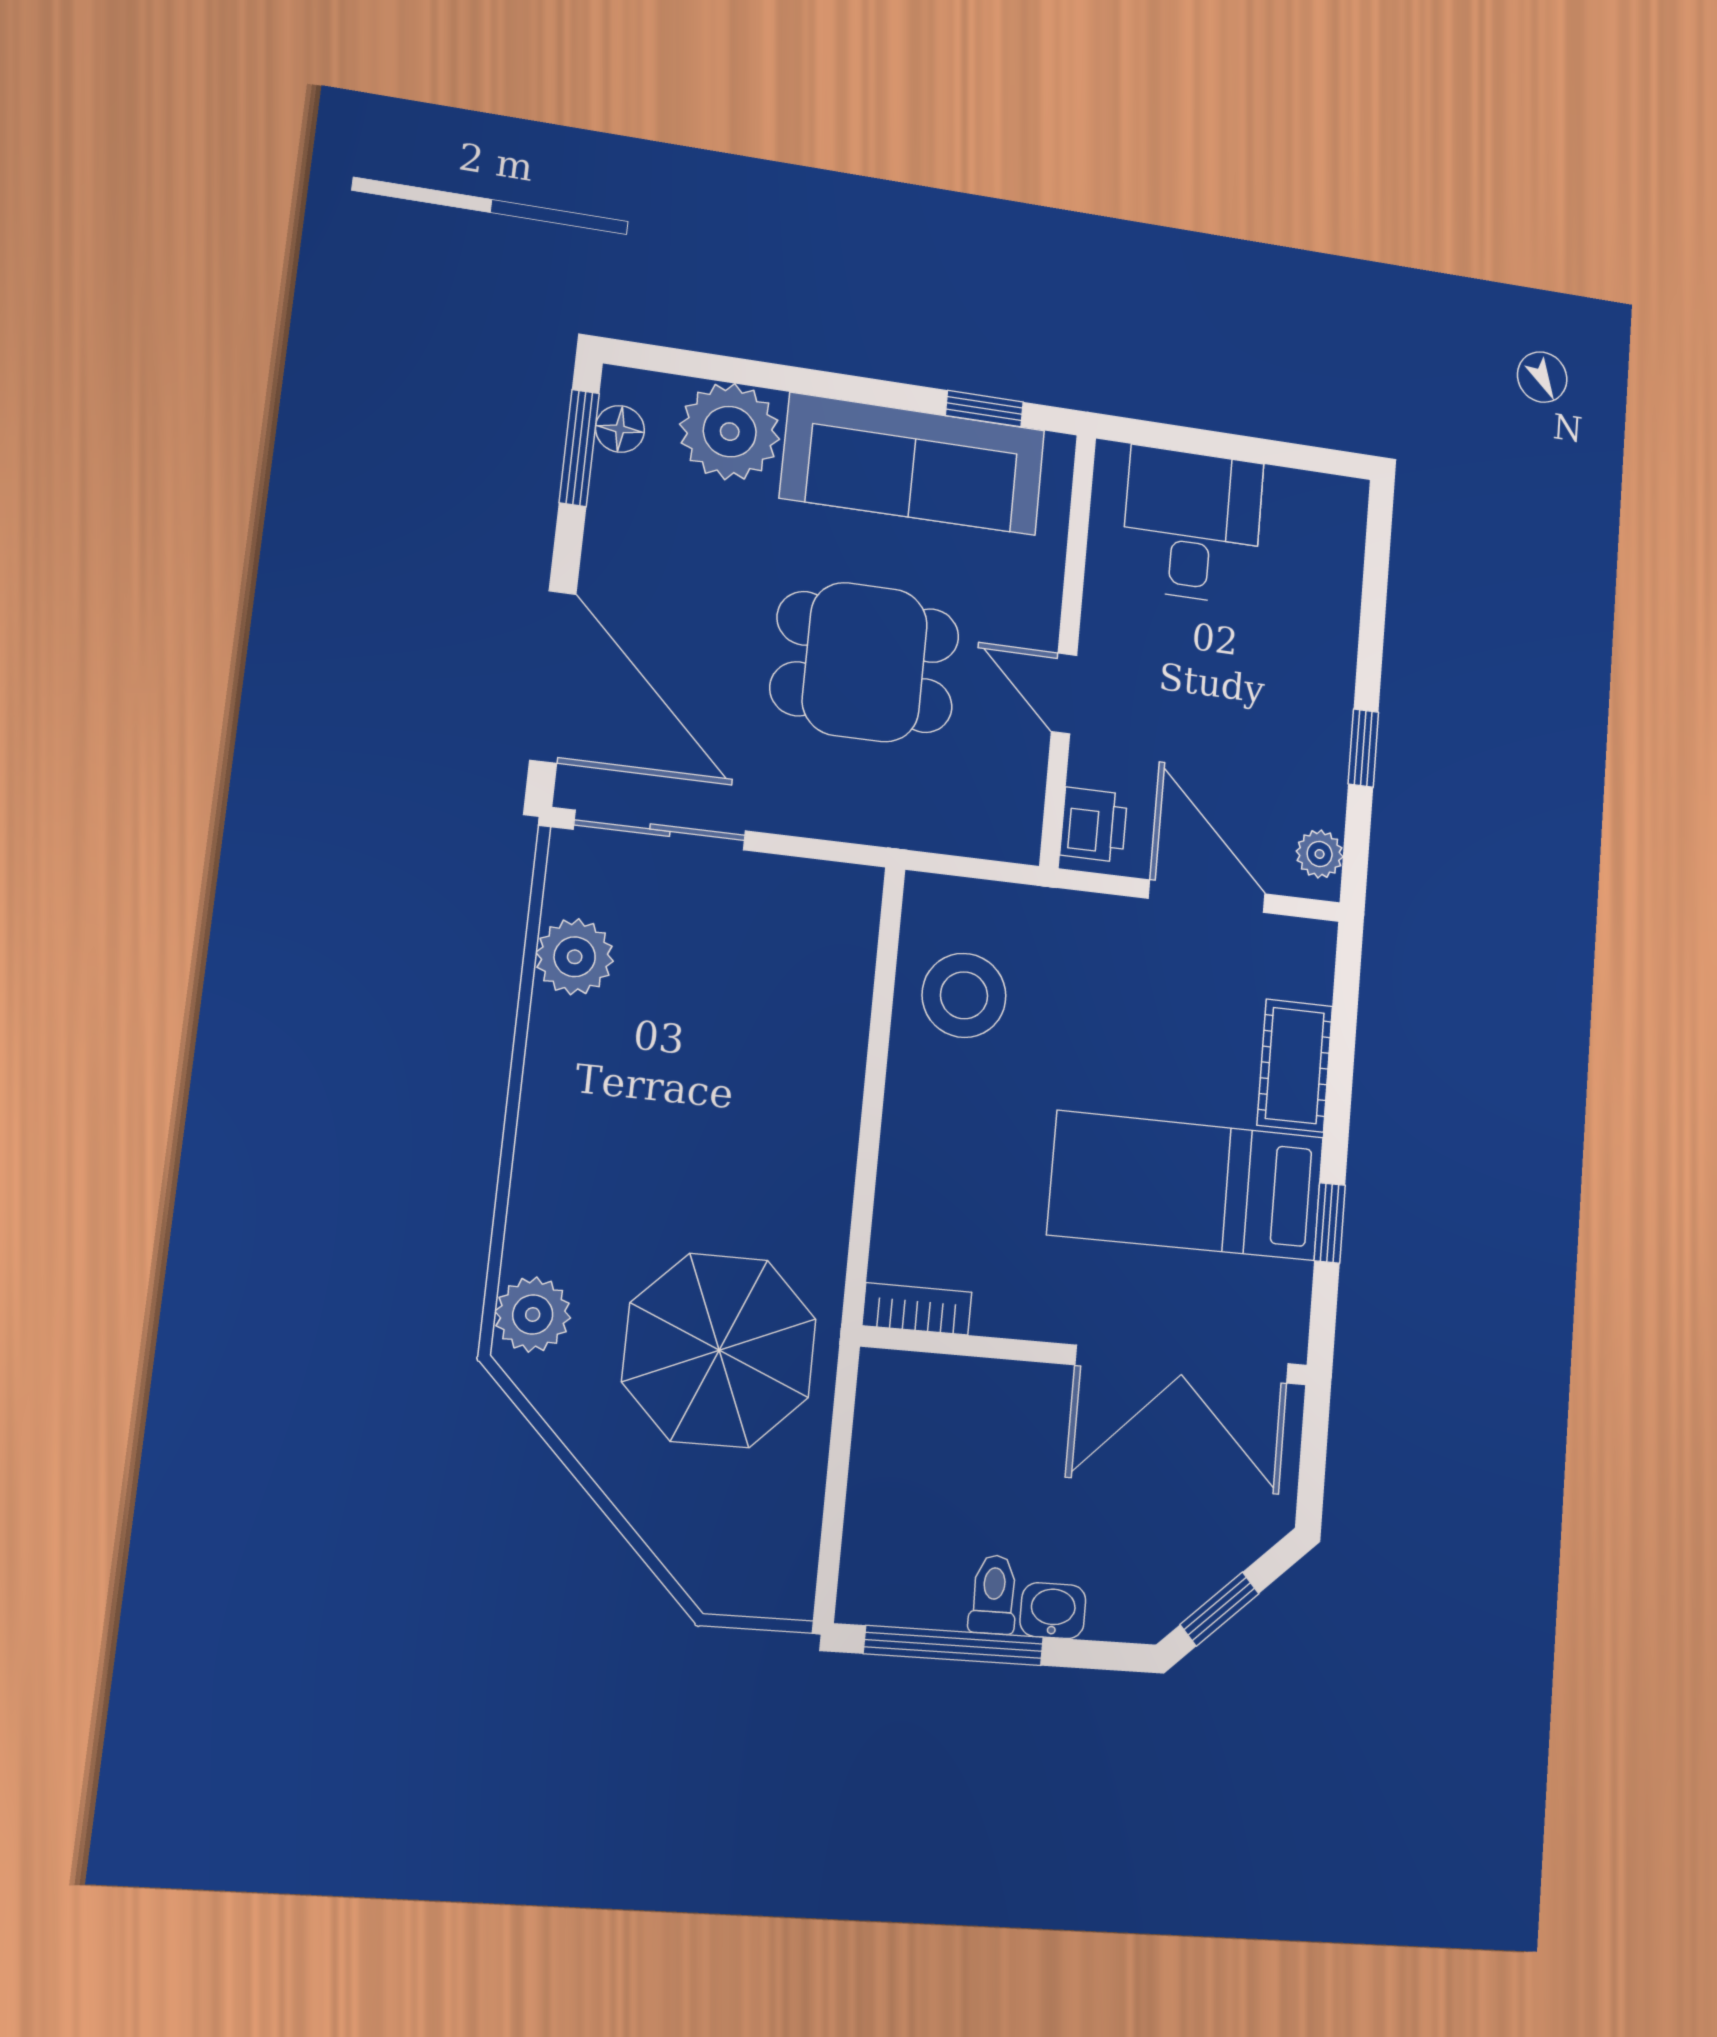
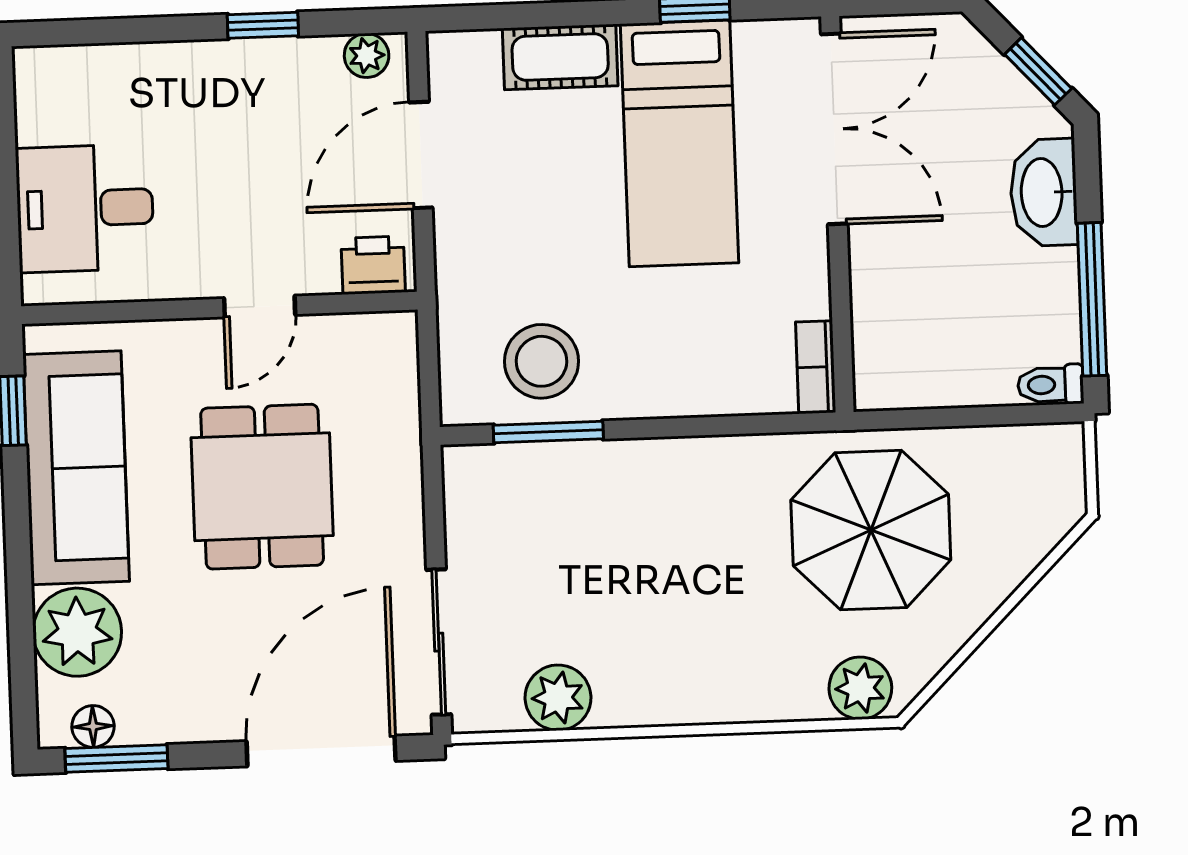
window: (883, 991) -> (548, 432), added
toilet: (994, 1594) -> (1051, 385), moved
washbasin: (1053, 1611) -> (1044, 192), width x1.91, depth x1.45

